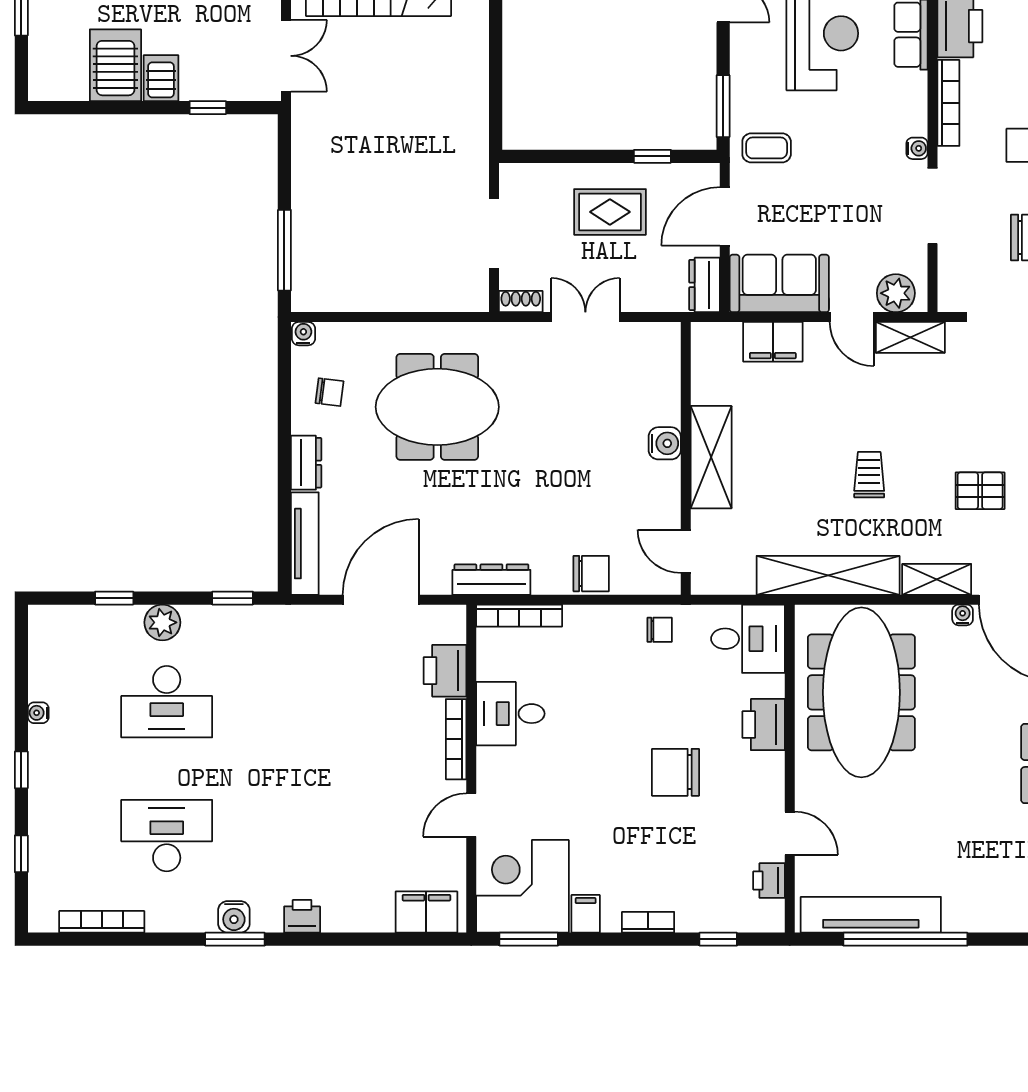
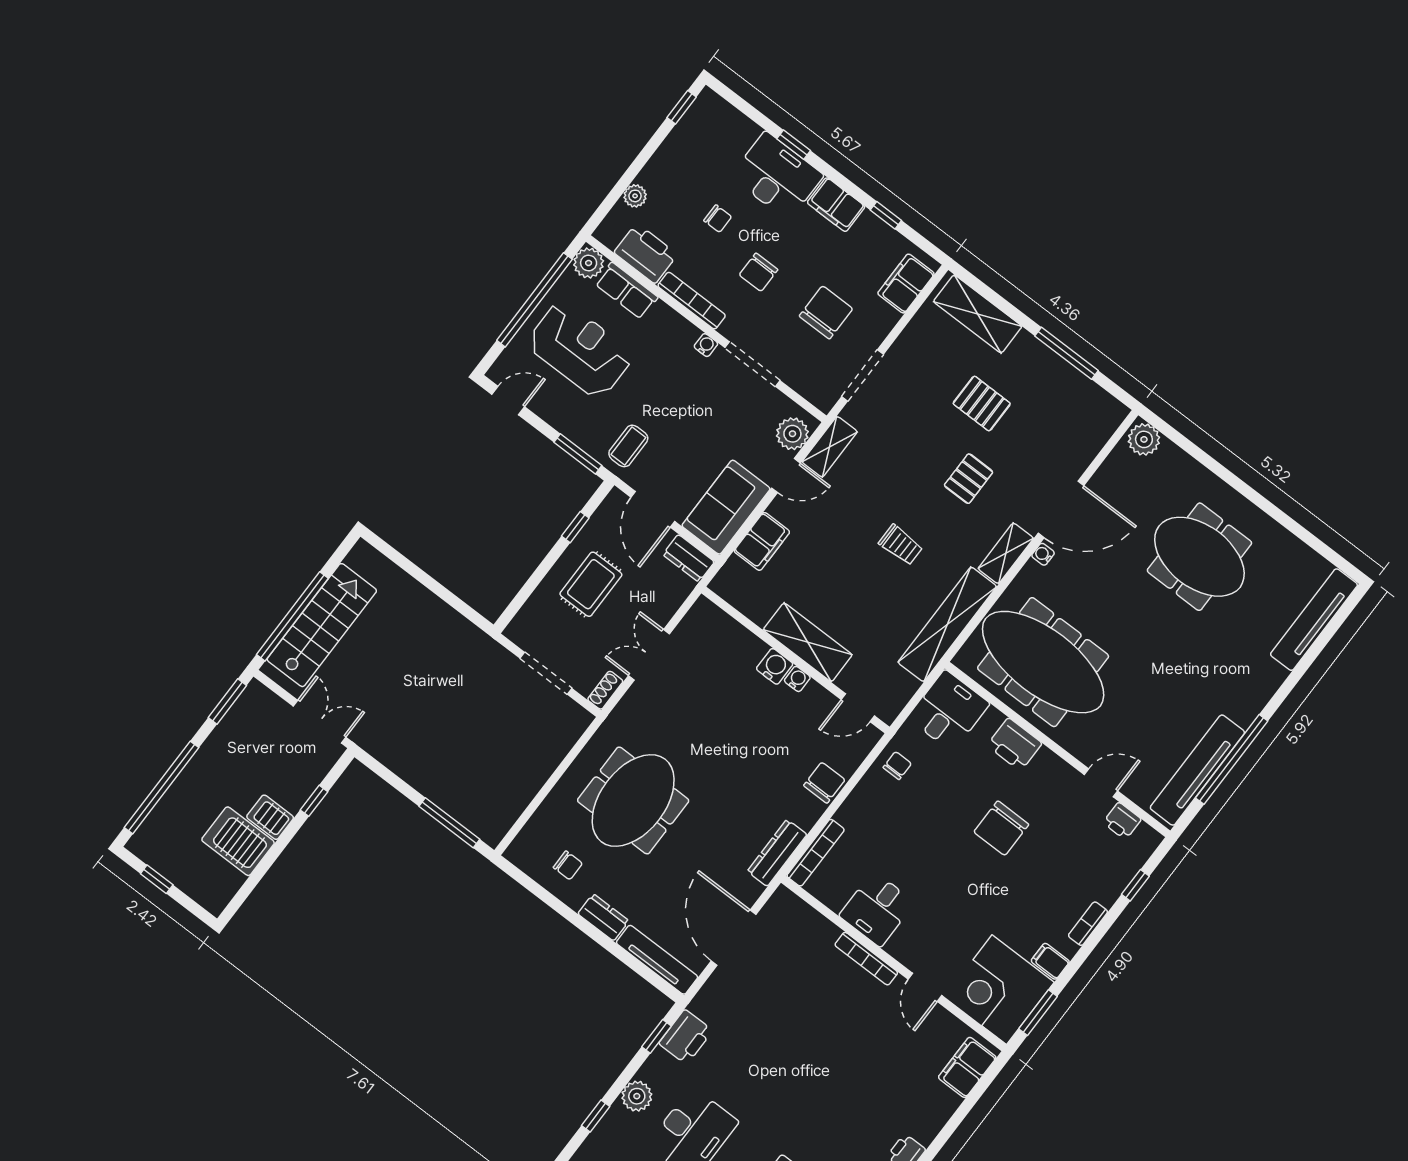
water cooler: (303, 334) -> (797, 679), moved, turned 90
chair: (329, 392) -> (568, 865), turned 83
trolley: (869, 475) -> (901, 545), turned 180
printer: (445, 671) -> (686, 1037), moved, turned -90

